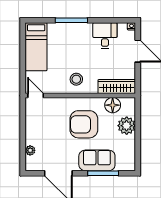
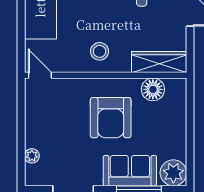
armchair: (84, 124) -> (111, 118), turned -90
plant: (127, 126) -> (173, 173), moved

